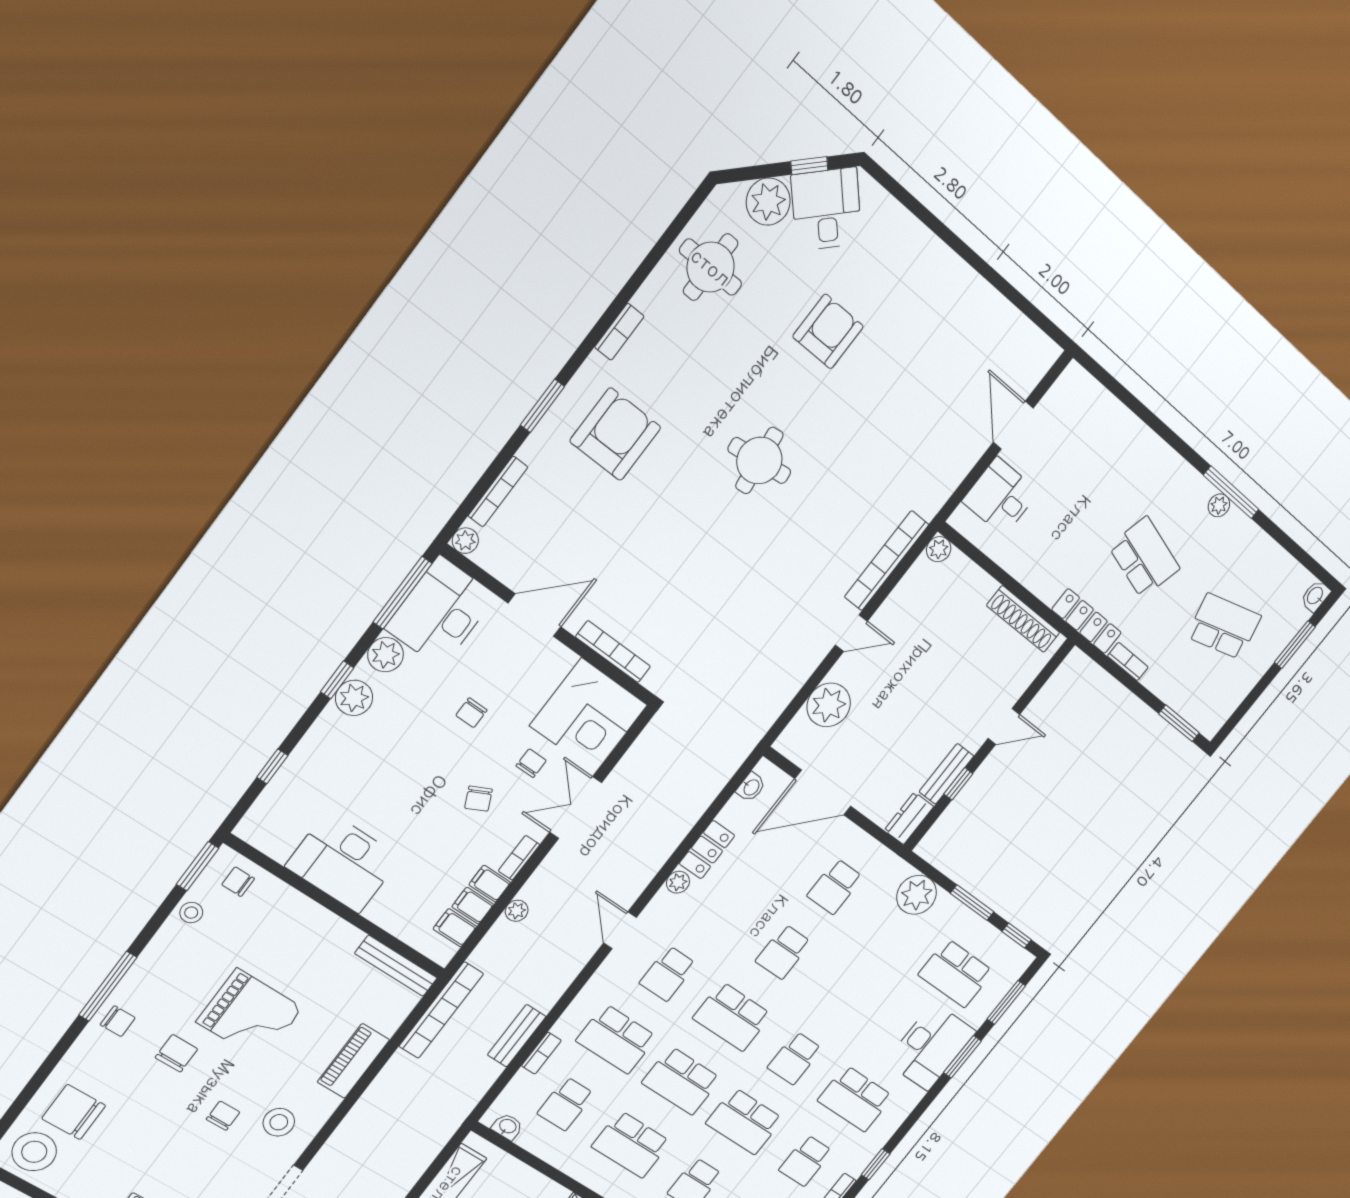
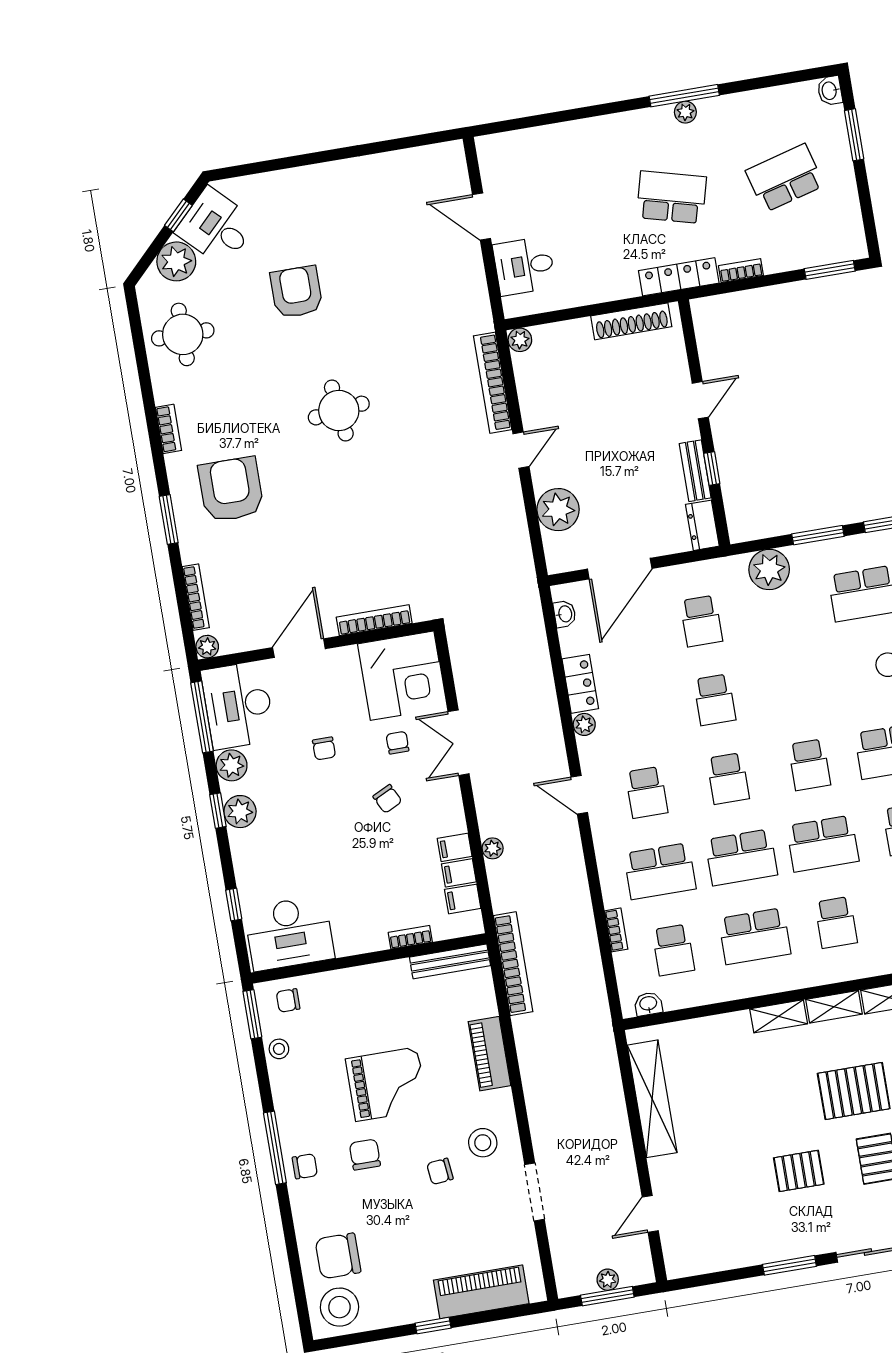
bookcase: (519, 858) -> (410, 937), moved, turned 90
desk: (343, 862) -> (289, 933), moved
school desk: (732, 1016) -> (728, 779), width x0.54
bench: (517, 1036) -> (585, 934), removed
chair: (223, 1116) -> (440, 1171), turned -96

